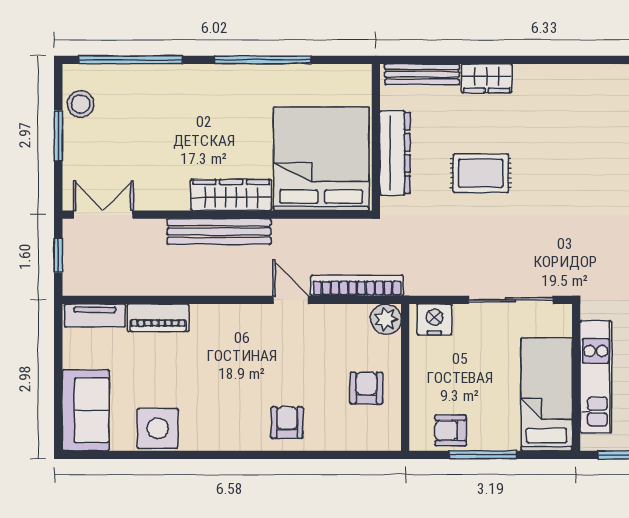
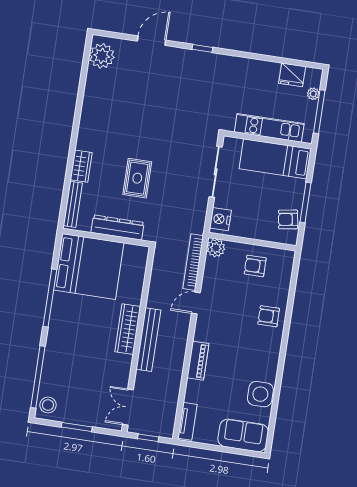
stool: (81, 104) -> (48, 405), moved
bed: (321, 159) -> (89, 266), moved, turned 180
piano: (158, 318) -> (198, 361), moved
armchair: (451, 430) -> (288, 219), turned 81

